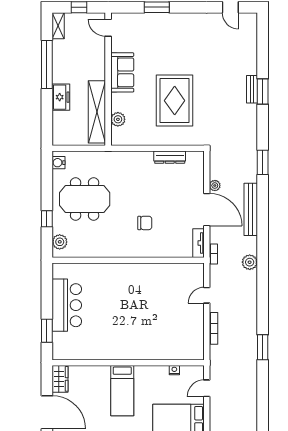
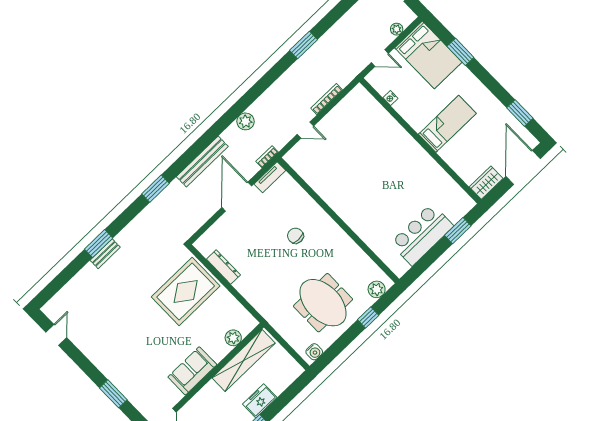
rug: (175, 101) -> (186, 291), moved
plant: (215, 186) -> (397, 29), moved

